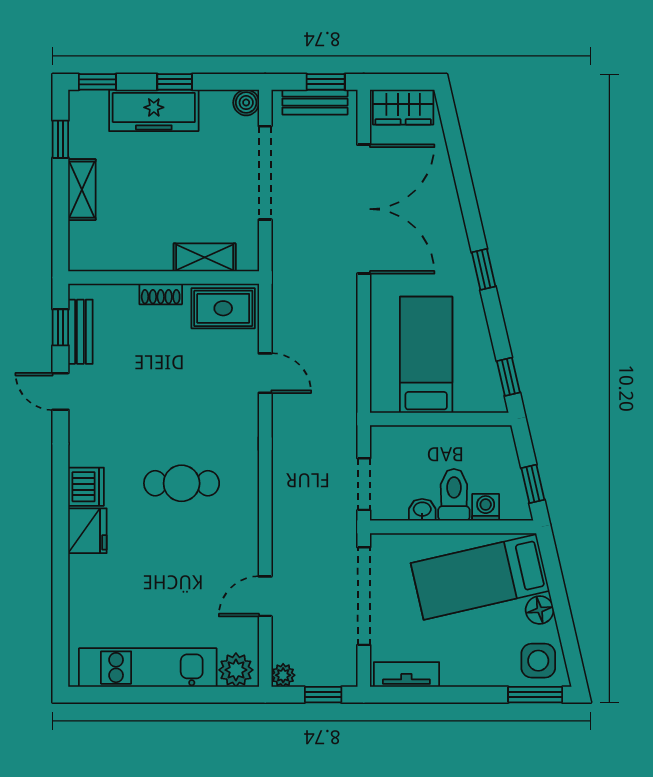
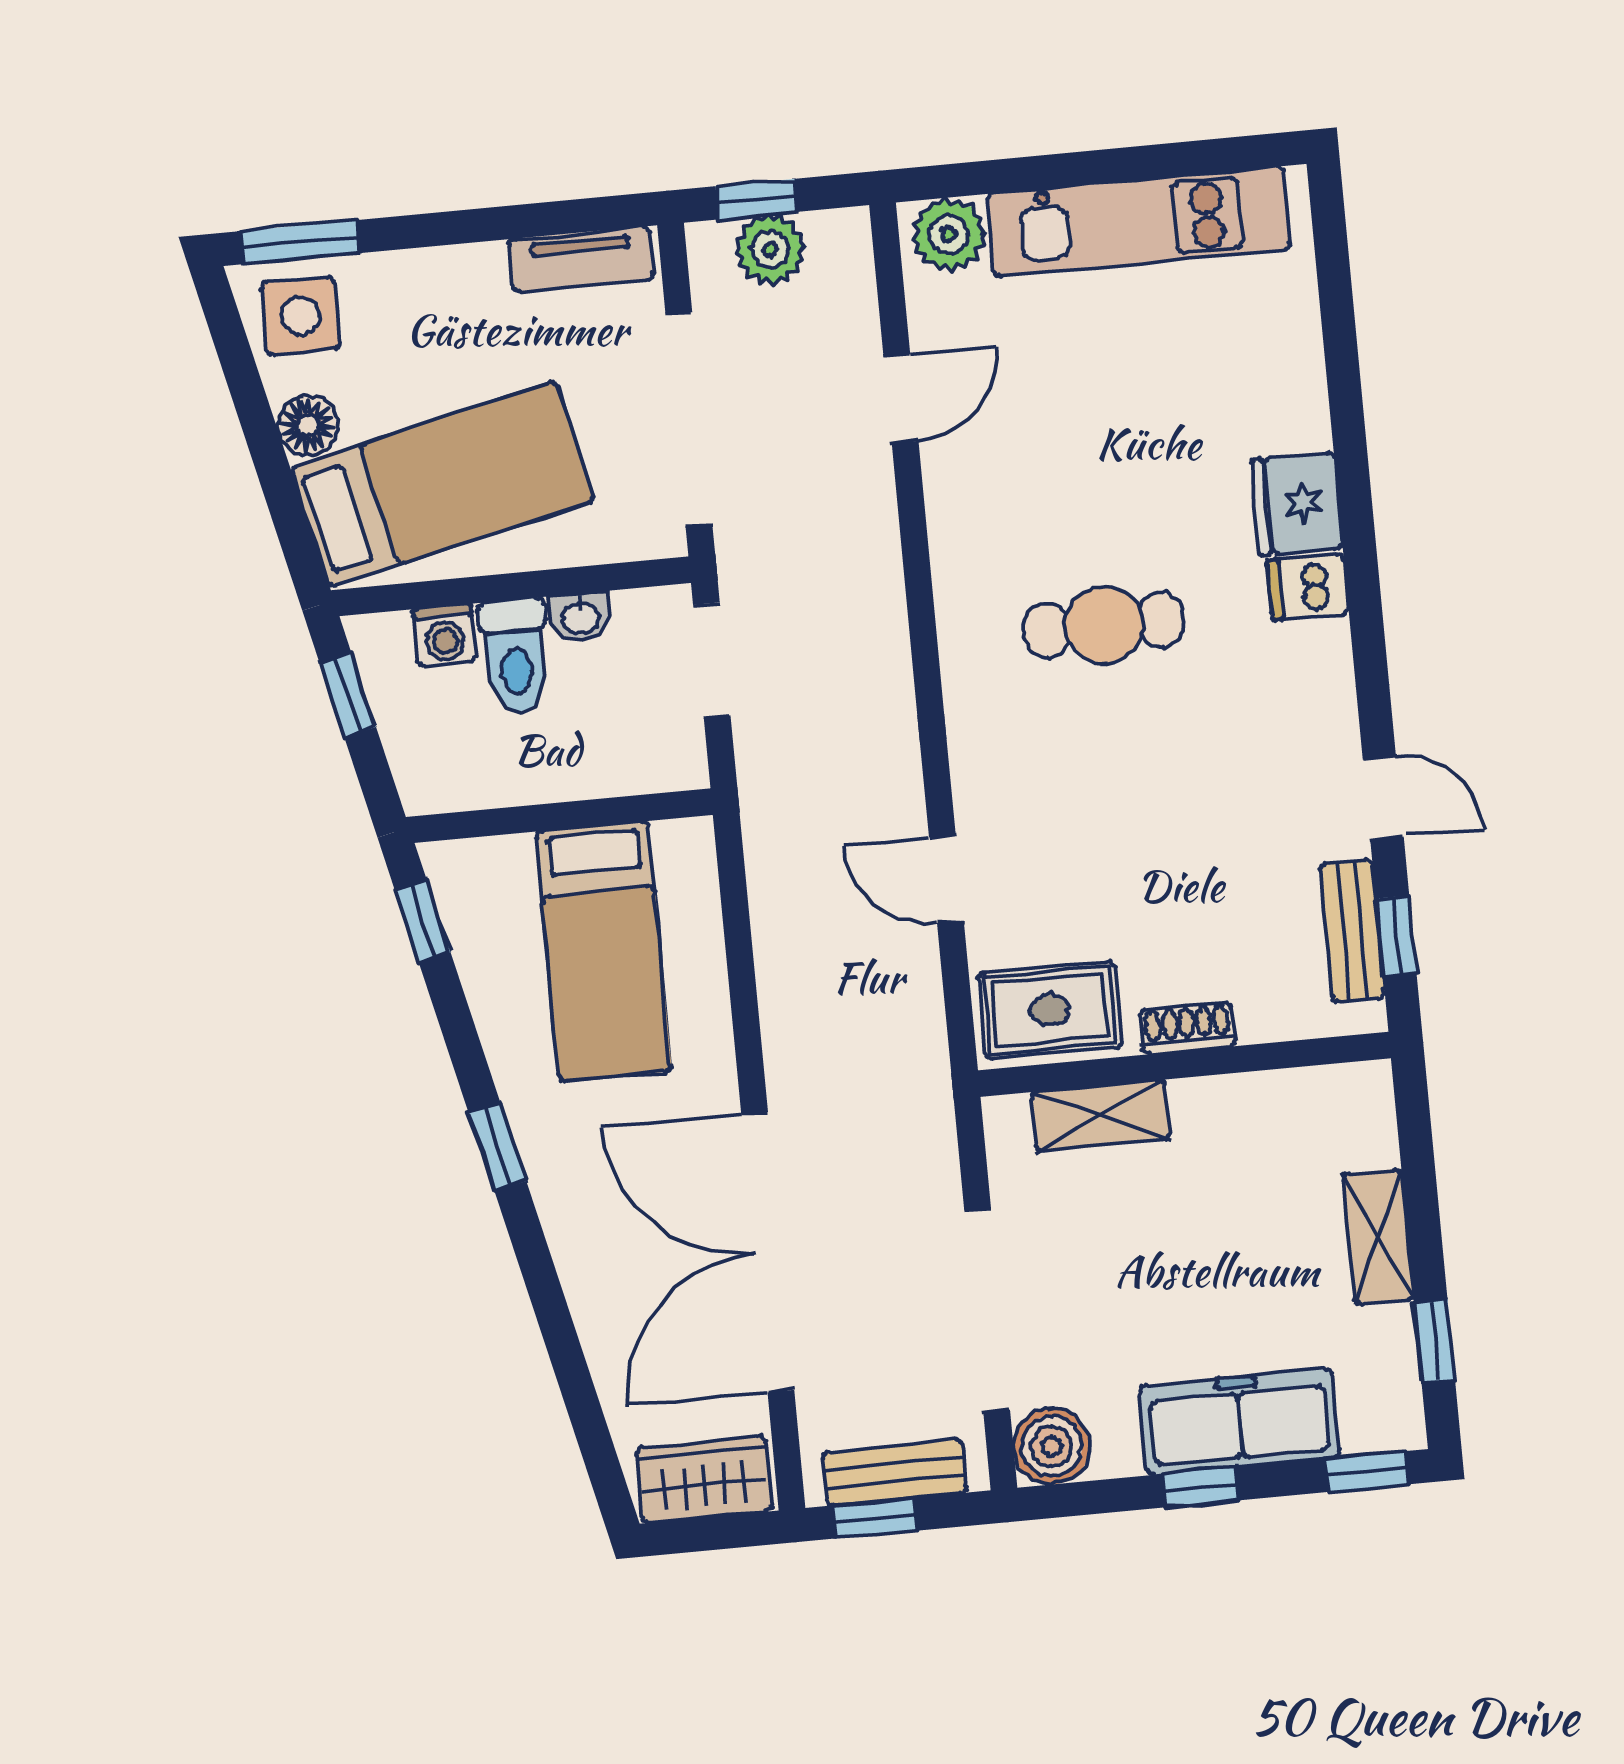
boiler: (246, 103) -> (1052, 1446), width x1.36, depth x1.36
dishwasher: (86, 487) -> (1308, 587), width x0.73
plant: (283, 675) -> (770, 249), moved, width x1.38, depth x1.38

